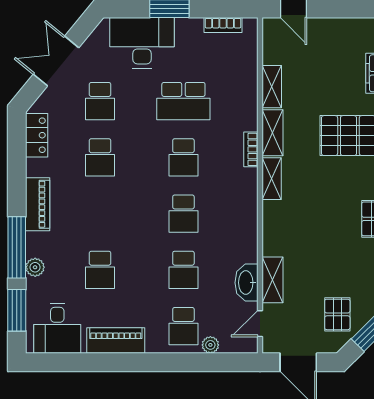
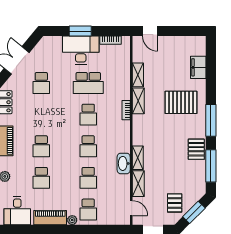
desk: (142, 43) -> (81, 50), moved
school desk: (100, 157) -> (41, 146), moved
shelving: (272, 179) -> (138, 158), moved
washbasin: (246, 283) -> (124, 163), moved
door: (260, 324) -> (131, 208), swing flipped
plant: (210, 345) -> (72, 220), moved

